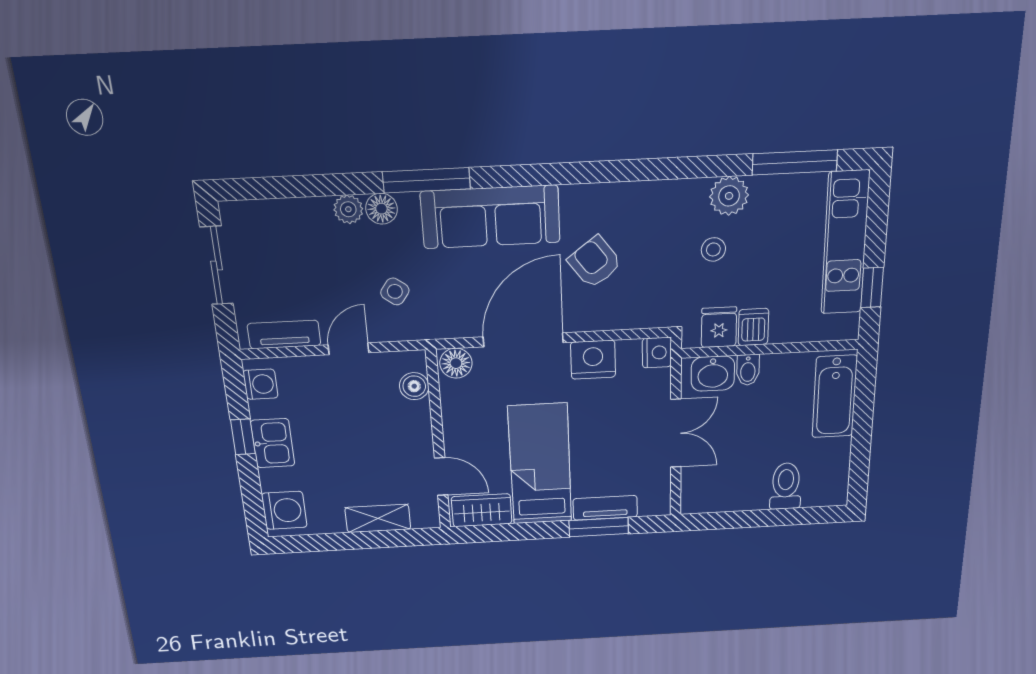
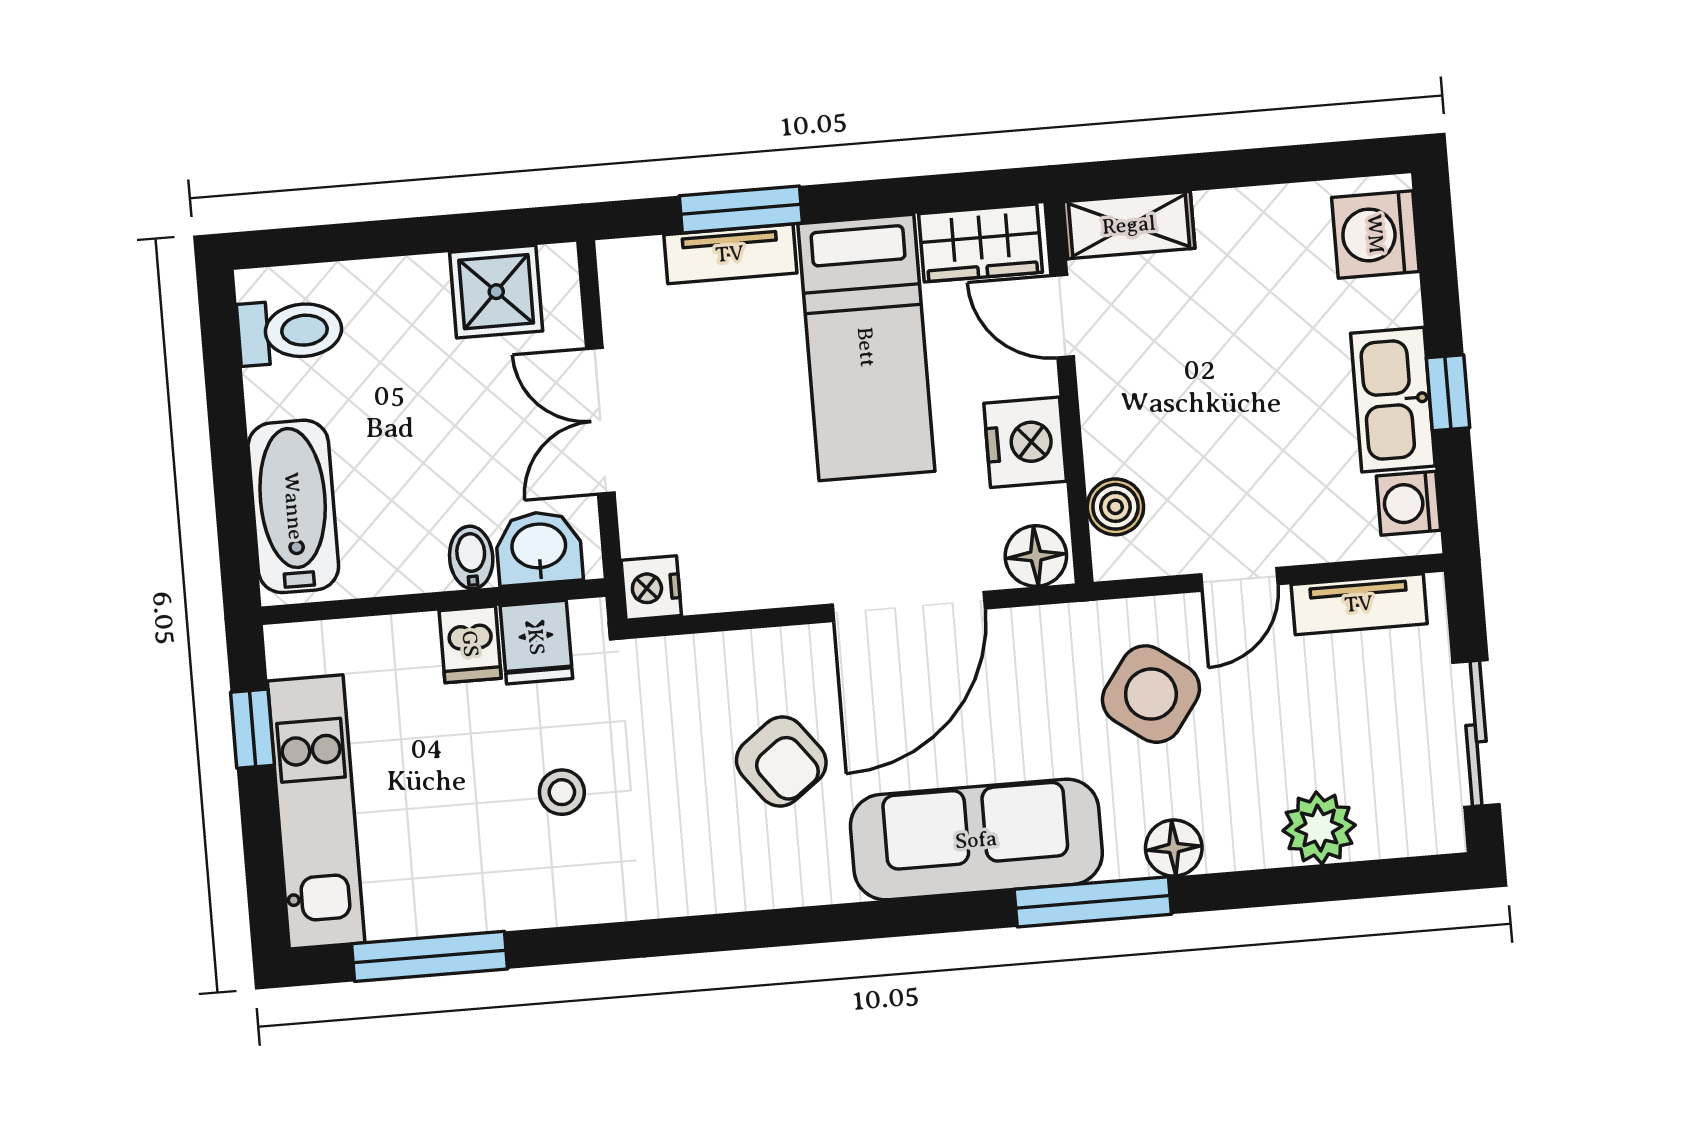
plant: (729, 196) -> (543, 892), removed
plant: (348, 209) -> (1319, 828), moved, width x1.38, depth x1.38
side table: (395, 291) -> (1151, 694), width x1.87, depth x1.87
nightstand: (593, 360) -> (1025, 442), moved, turned -90
kitchen sink: (273, 443) -> (1393, 400), width x1.38
toilet: (786, 486) -> (290, 331), moved, turned -90
shower: (721, 493) -> (496, 292), added
shelving: (378, 518) -> (1129, 225), moved

